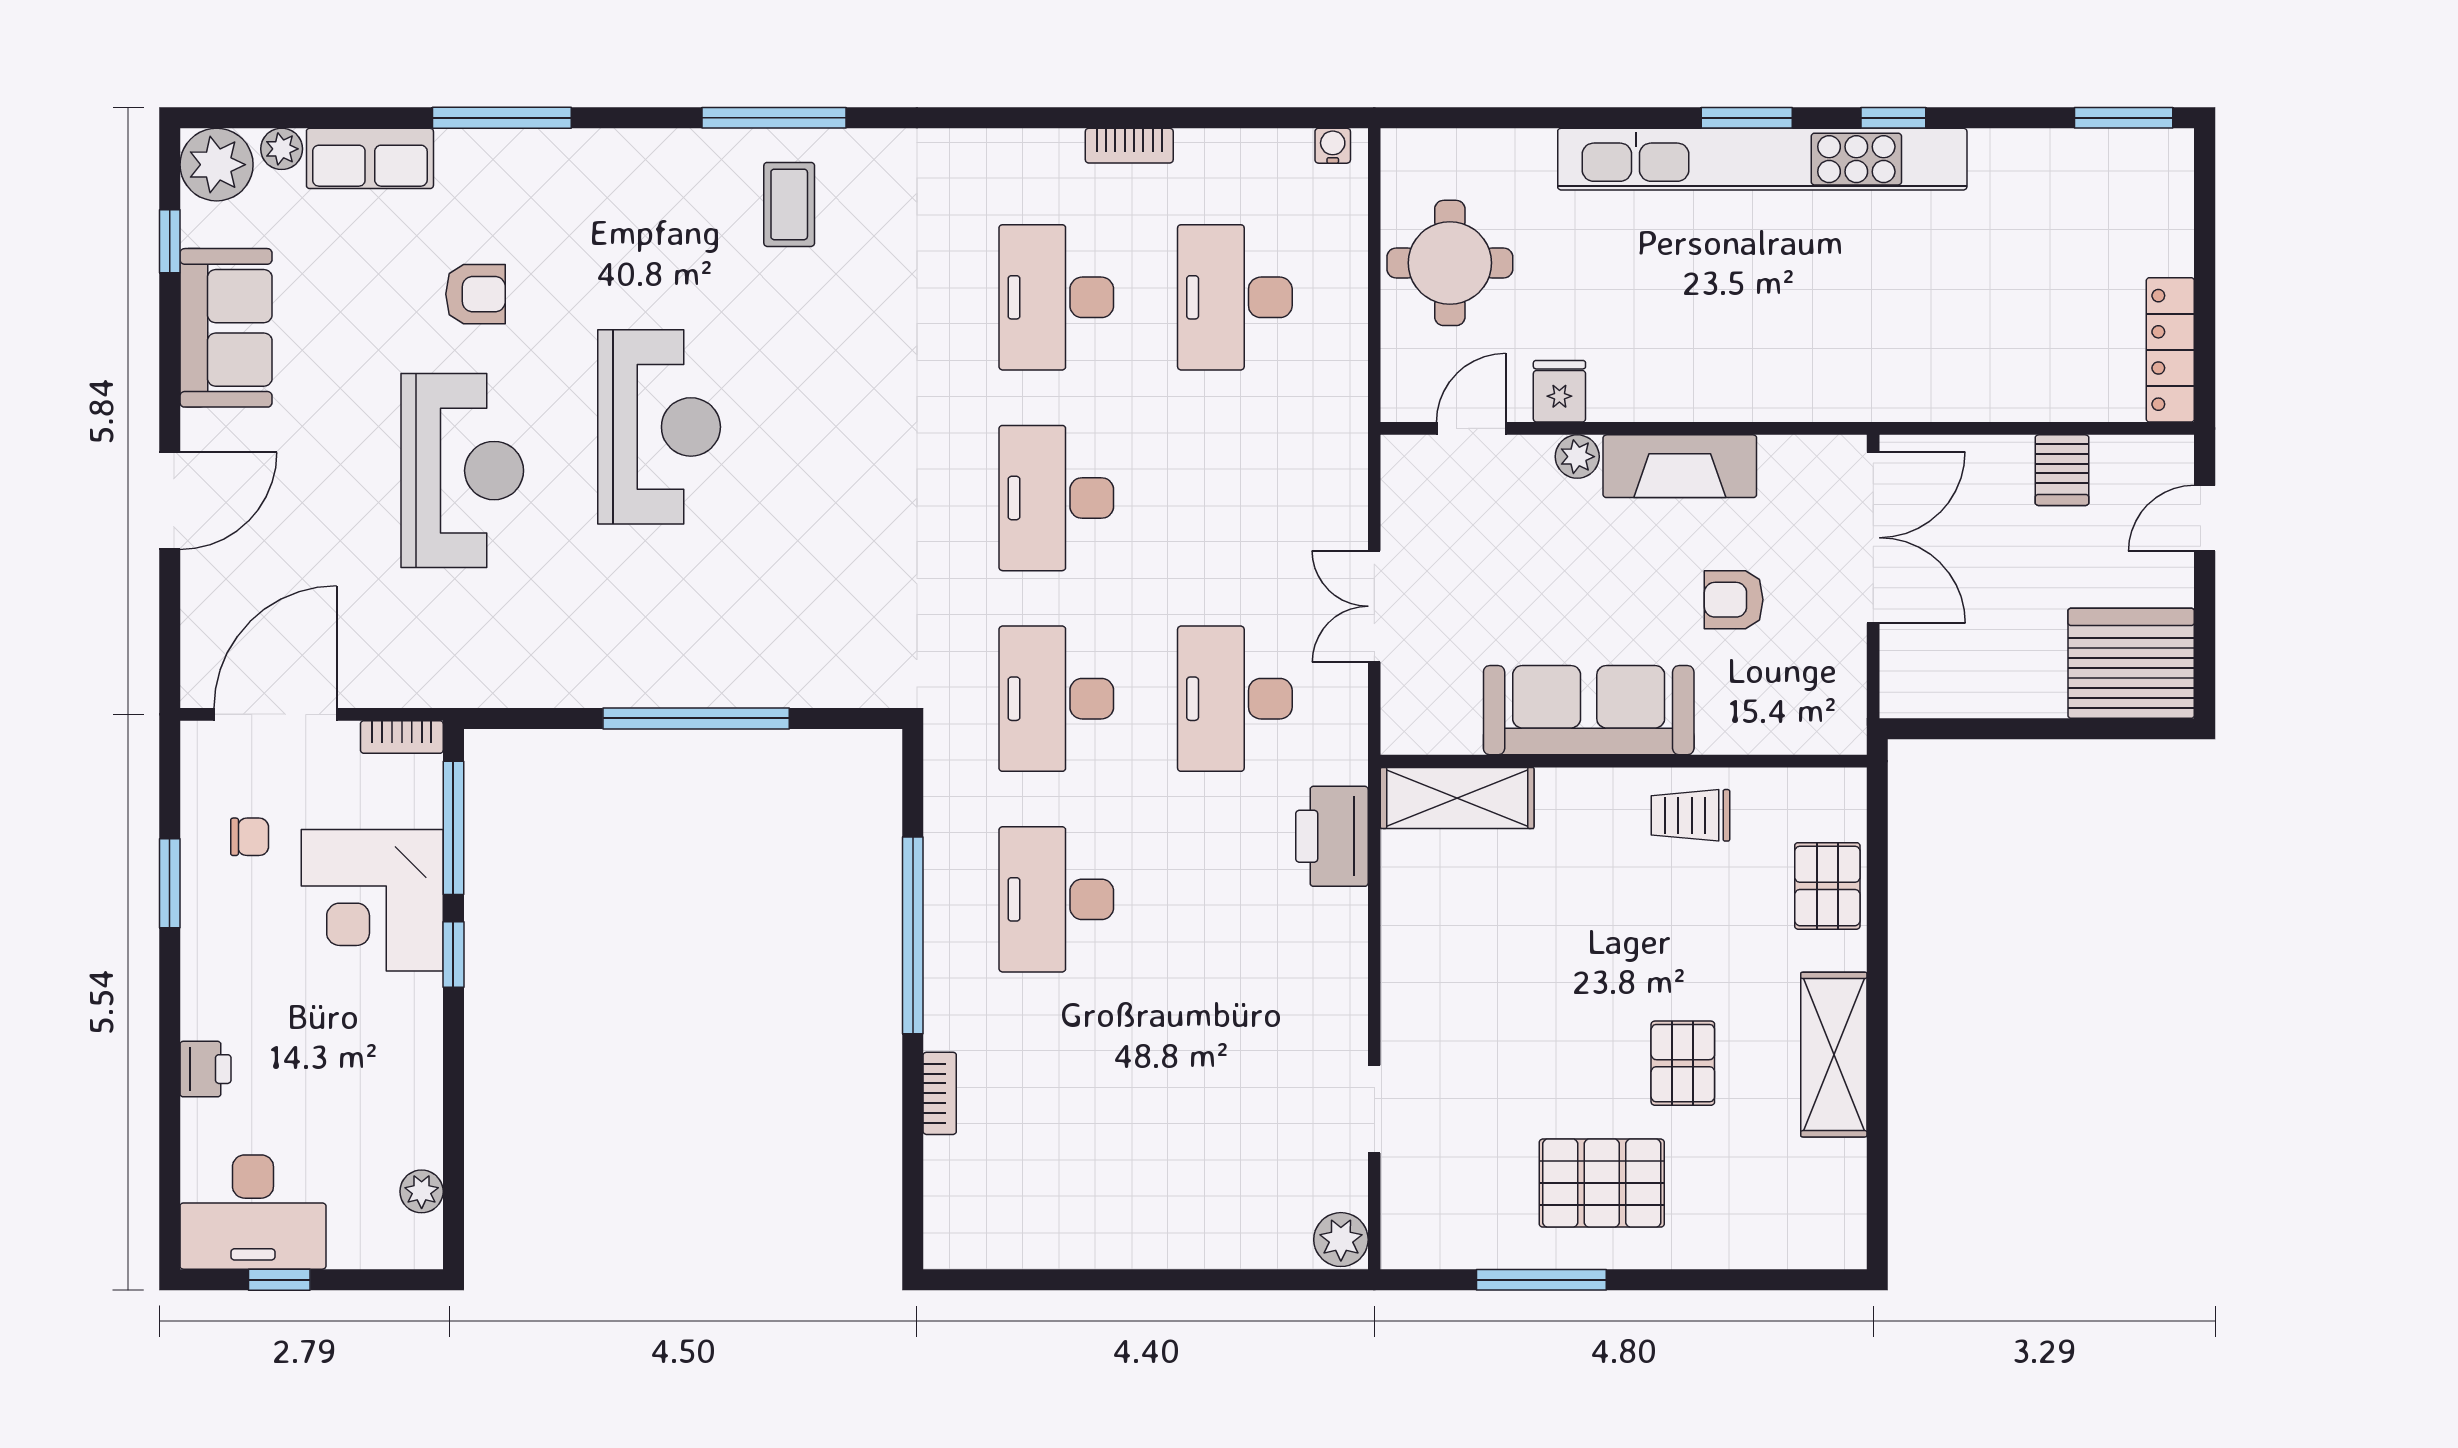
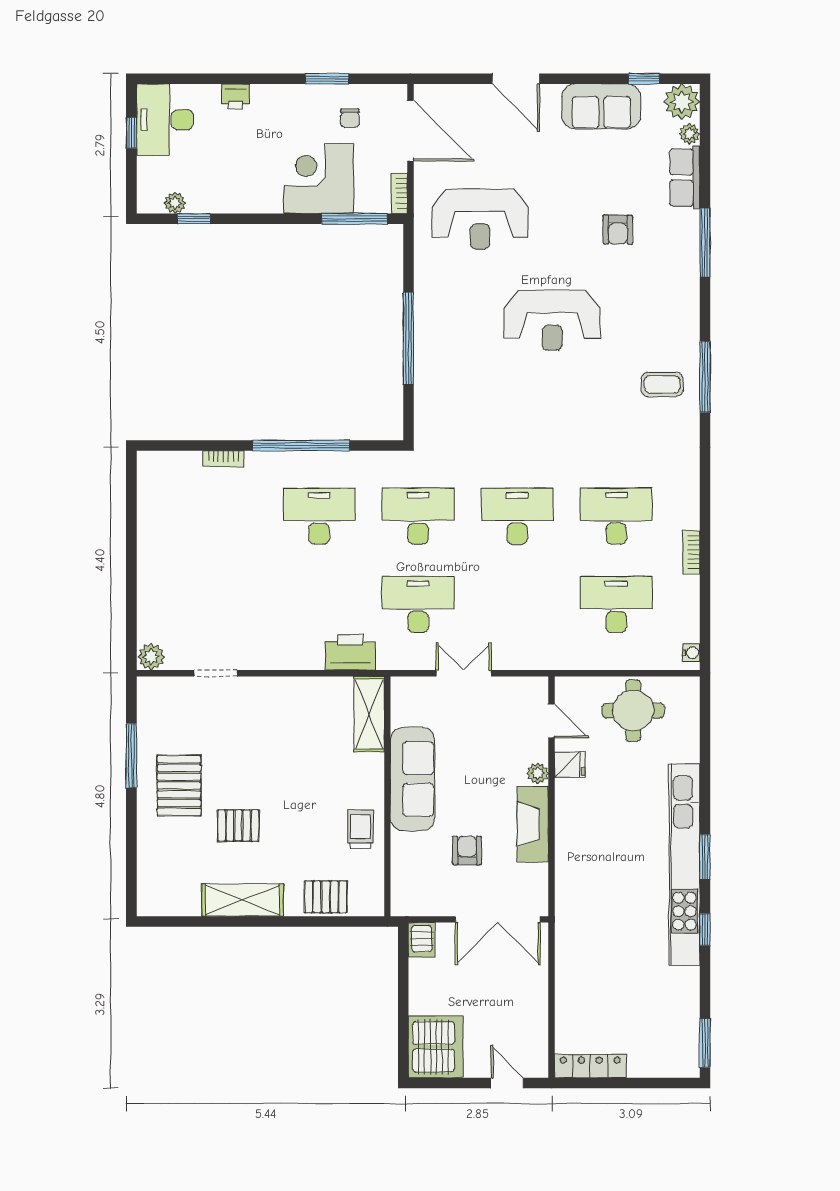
server rack: (2062, 470) -> (422, 940), moved, turned -90
reception desk: (462, 471) -> (480, 219), moved
window: (453, 955) -> (194, 219), moved

